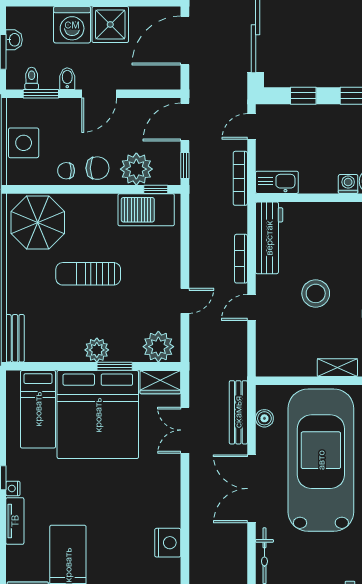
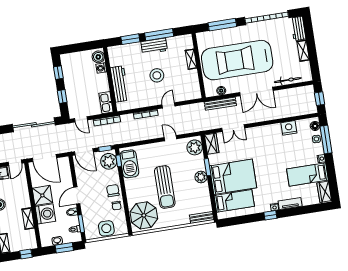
door: (99, 94) -> (77, 196), swing flipped
plant: (136, 169) -> (109, 161), moved
workbench: (269, 238) -> (119, 84), moved, turned 90
sun lounger: (88, 274) -> (165, 187), width x1.36, depth x1.34
door: (251, 307) -> (169, 105), swing flipped
bed: (98, 415) -> (233, 177), width x0.73

